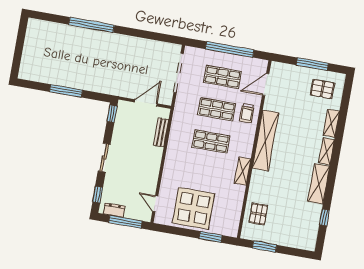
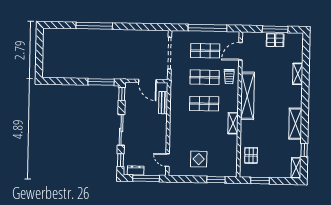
pallet: (322, 89) -> (275, 40), moved
window: (66, 91) -> (101, 82), moved
door: (146, 103) -> (147, 81), swing flipped
shelving: (327, 151) -> (296, 168), moved
sliding door: (104, 158) -> (121, 130), width x1.37
display table: (194, 208) -> (199, 159), width x0.54, depth x0.54

